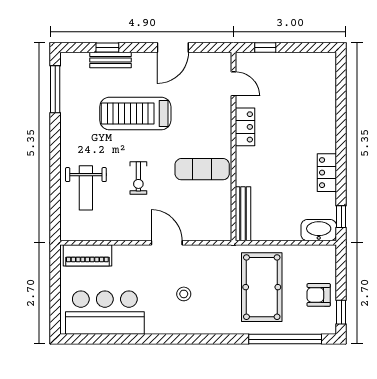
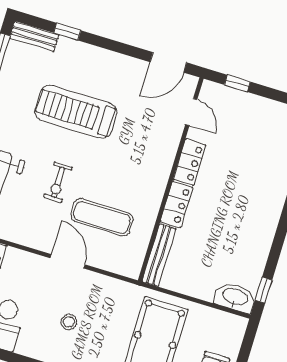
door: (173, 47) -> (168, 62), moved
bench: (111, 60) -> (34, 36), moved
exercise mat: (202, 169) -> (102, 217), moved
locker: (327, 173) -> (177, 205), moved, turned 180

